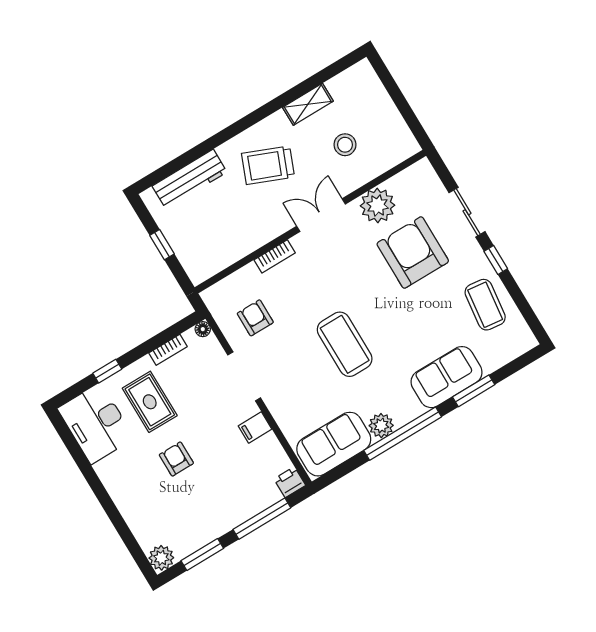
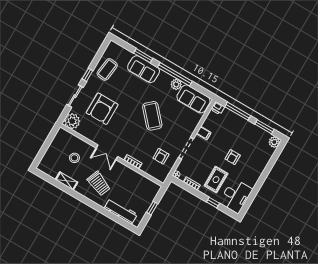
plant: (378, 205) -> (72, 121), moved
coffee table: (345, 344) -> (152, 116), turned -42

